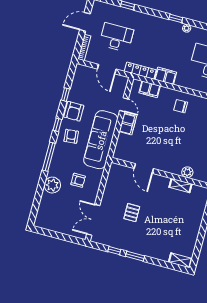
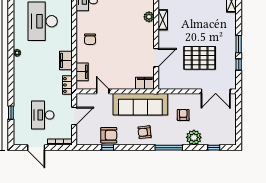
window: (176, 18) -> (11, 65), removed
locker: (140, 71) -> (67, 85), width x0.66
door: (124, 105) -> (103, 91), hinge flipped
armchair: (74, 111) -> (109, 135), moved
filing cabinet: (128, 124) -> (145, 83), moved
window: (57, 125) -> (214, 148), moved
pallet: (132, 213) -> (200, 58), width x2.05, depth x2.00

